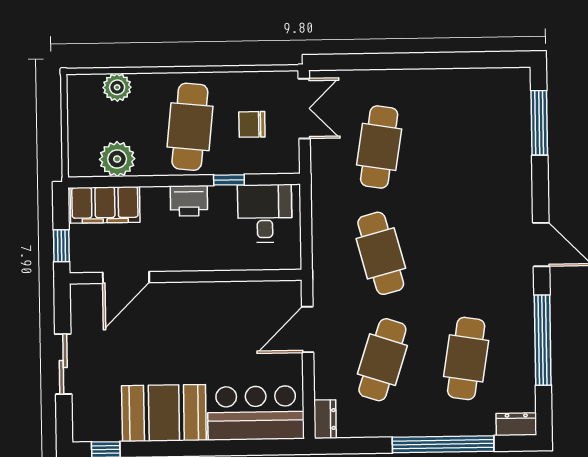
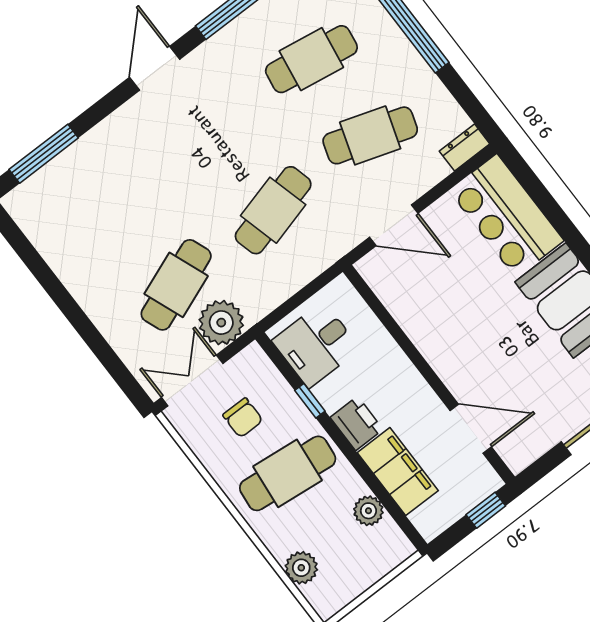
cafe table: (379, 147) -> (176, 285), turned -30
plant: (117, 159) -> (368, 511), width x0.73, depth x0.73
plant: (329, 159) -> (221, 323), added
filing cabinet: (105, 205) -> (398, 472), moved

